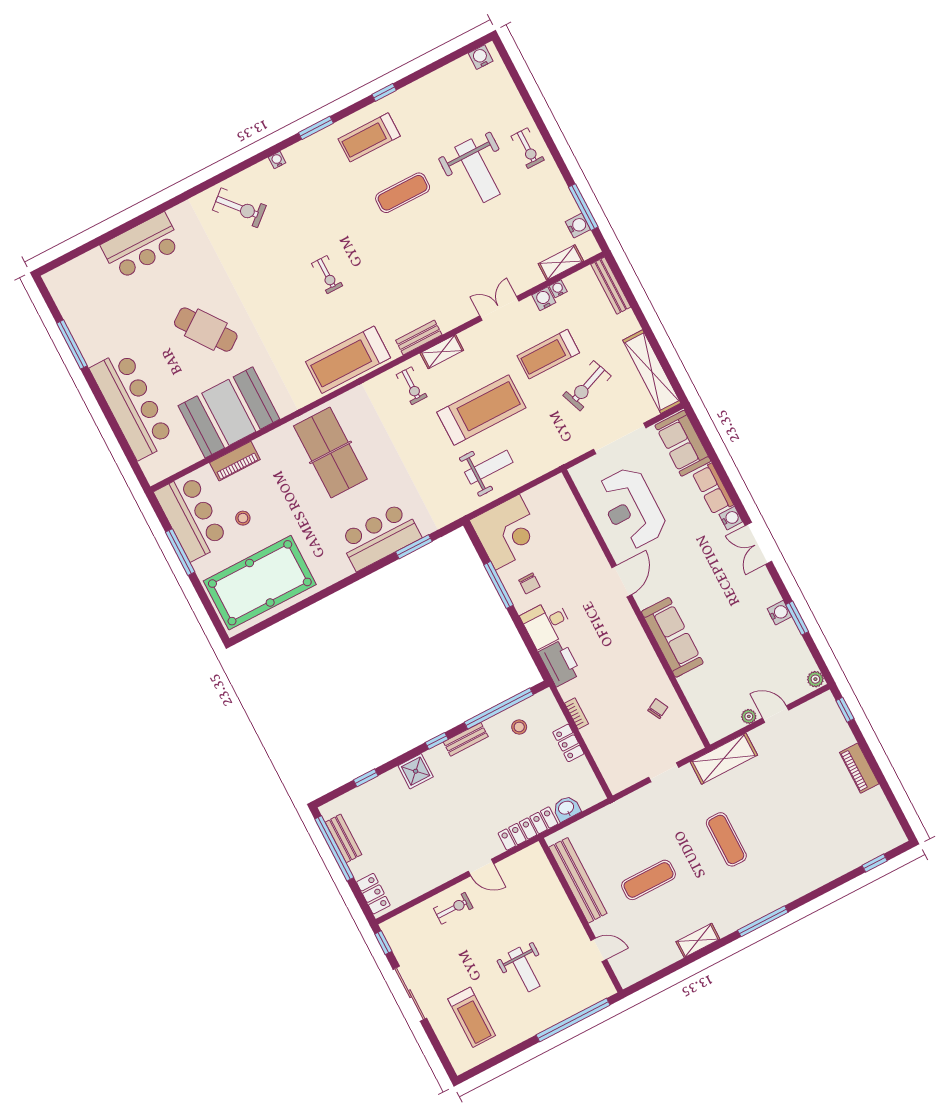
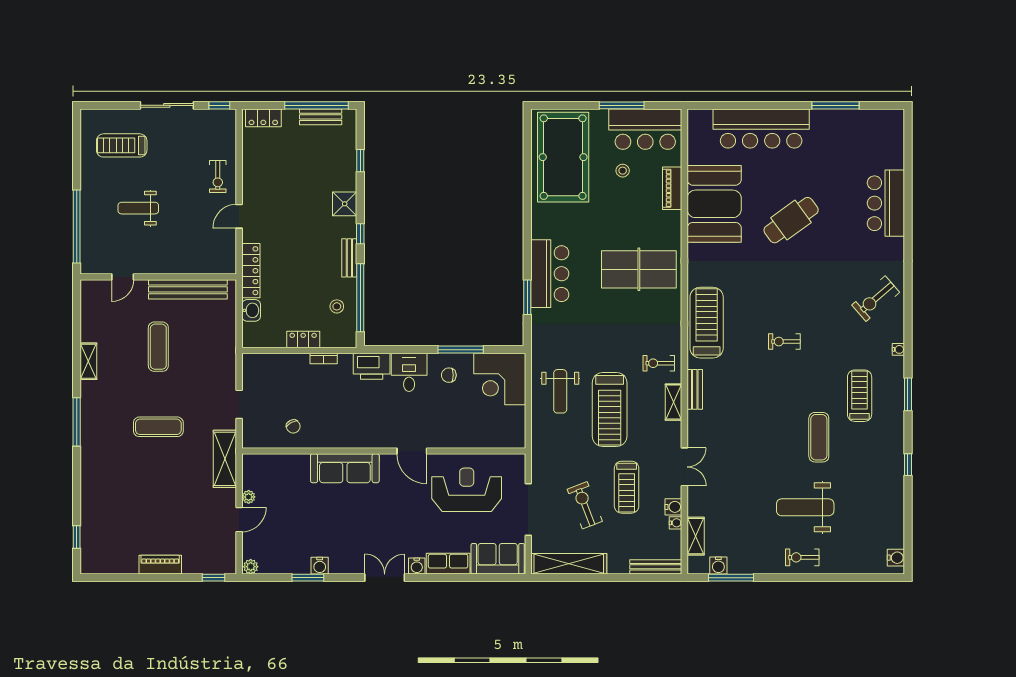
treadmill: (369, 137) -> (860, 396), moved
treadmill: (548, 354) -> (627, 487), turned 180

